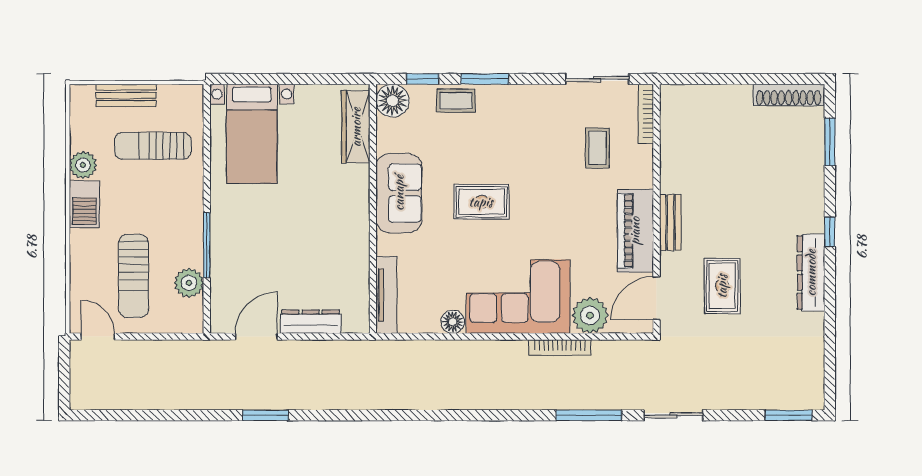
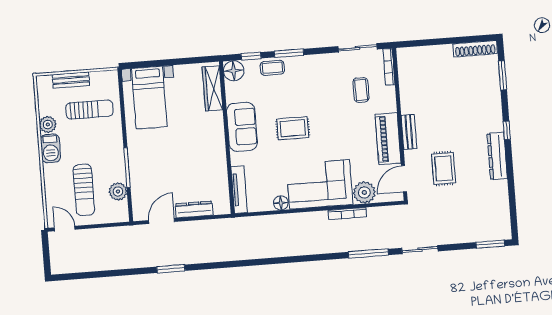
sun lounger: (153, 146) -> (89, 110), turned 180

